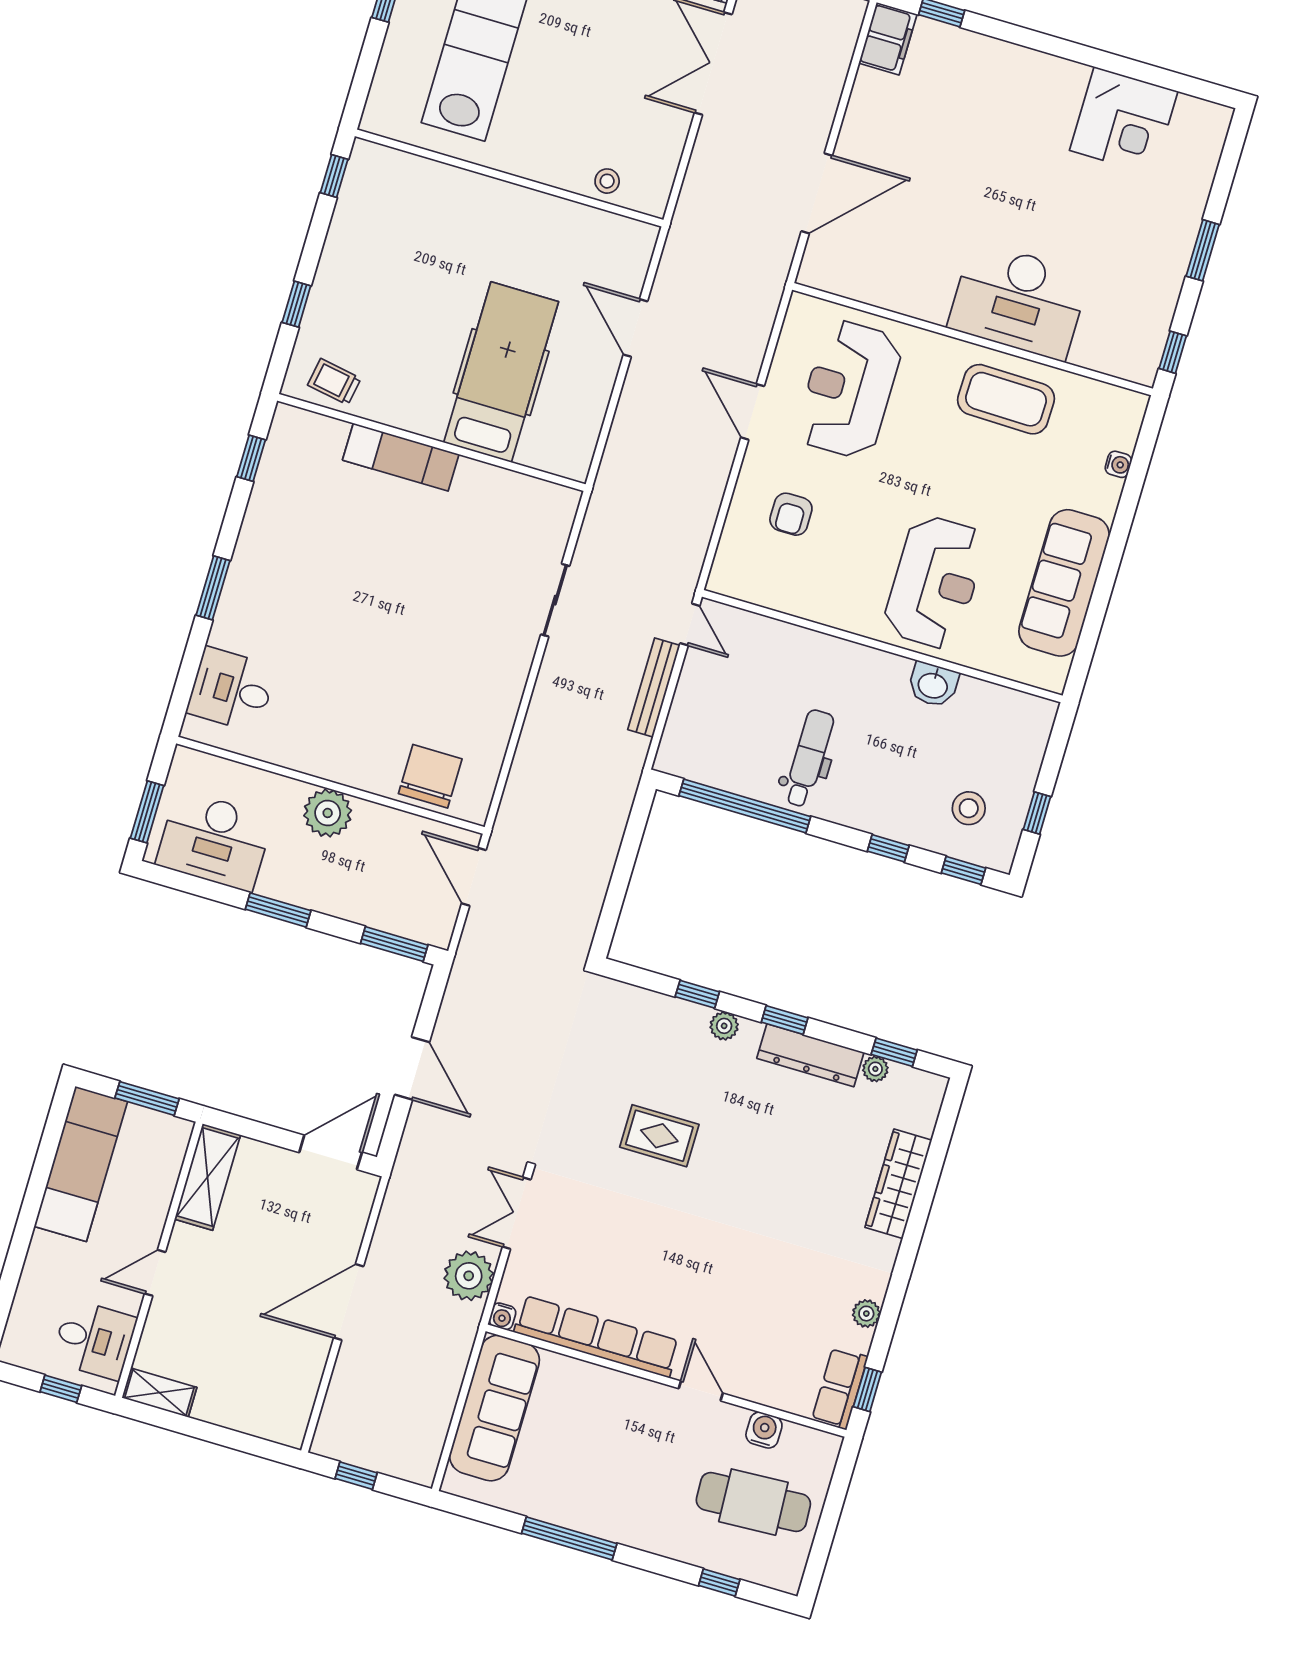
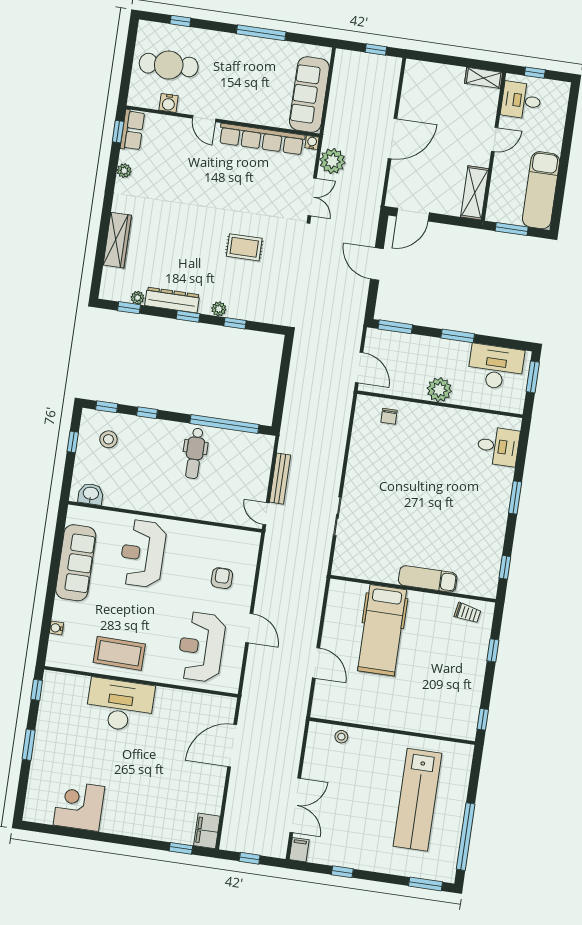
reception desk: (849, 389) -> (201, 647), turned 180
washbasin: (933, 685) -> (91, 494), moved
chair: (430, 776) -> (389, 416), width x0.54, depth x0.54

